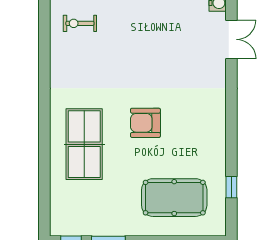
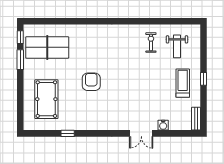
table tennis table: (84, 144) -> (47, 47), moved
window: (231, 187) -> (68, 133), moved

